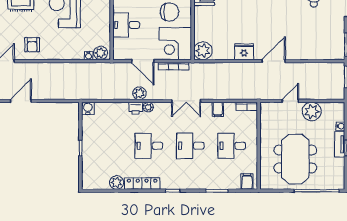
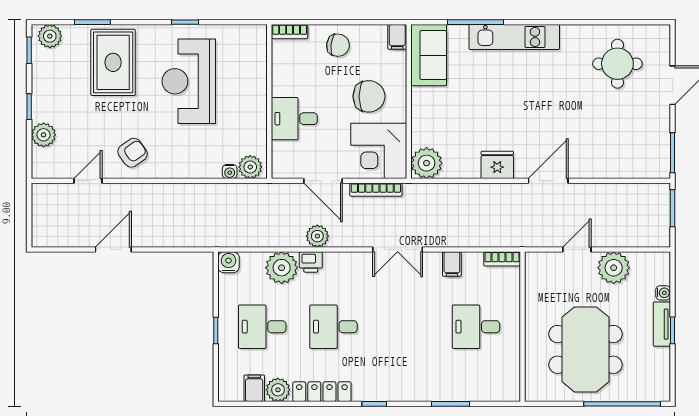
armchair: (32, 45) -> (133, 153), turned -125
plant: (148, 107) -> (282, 268), moved, width x1.87, depth x1.87
desk: (190, 146) -> (262, 327), moved
filing cabinet: (247, 182) -> (254, 388), moved

